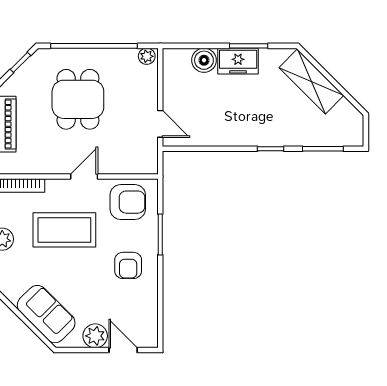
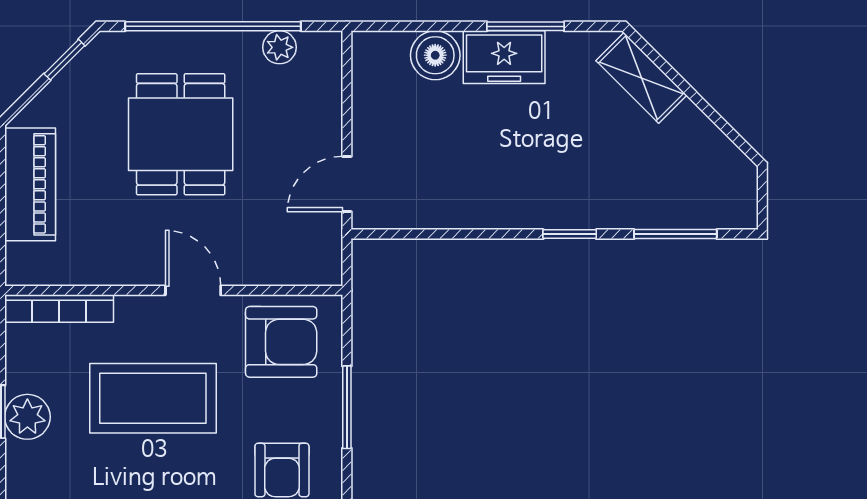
plant: (147, 56) -> (279, 47), moved
shelving: (311, 81) -> (641, 78), width x0.67, depth x0.75
door: (160, 124) -> (347, 184), swing flipped
door: (84, 177) -> (193, 290), hinge flipped

